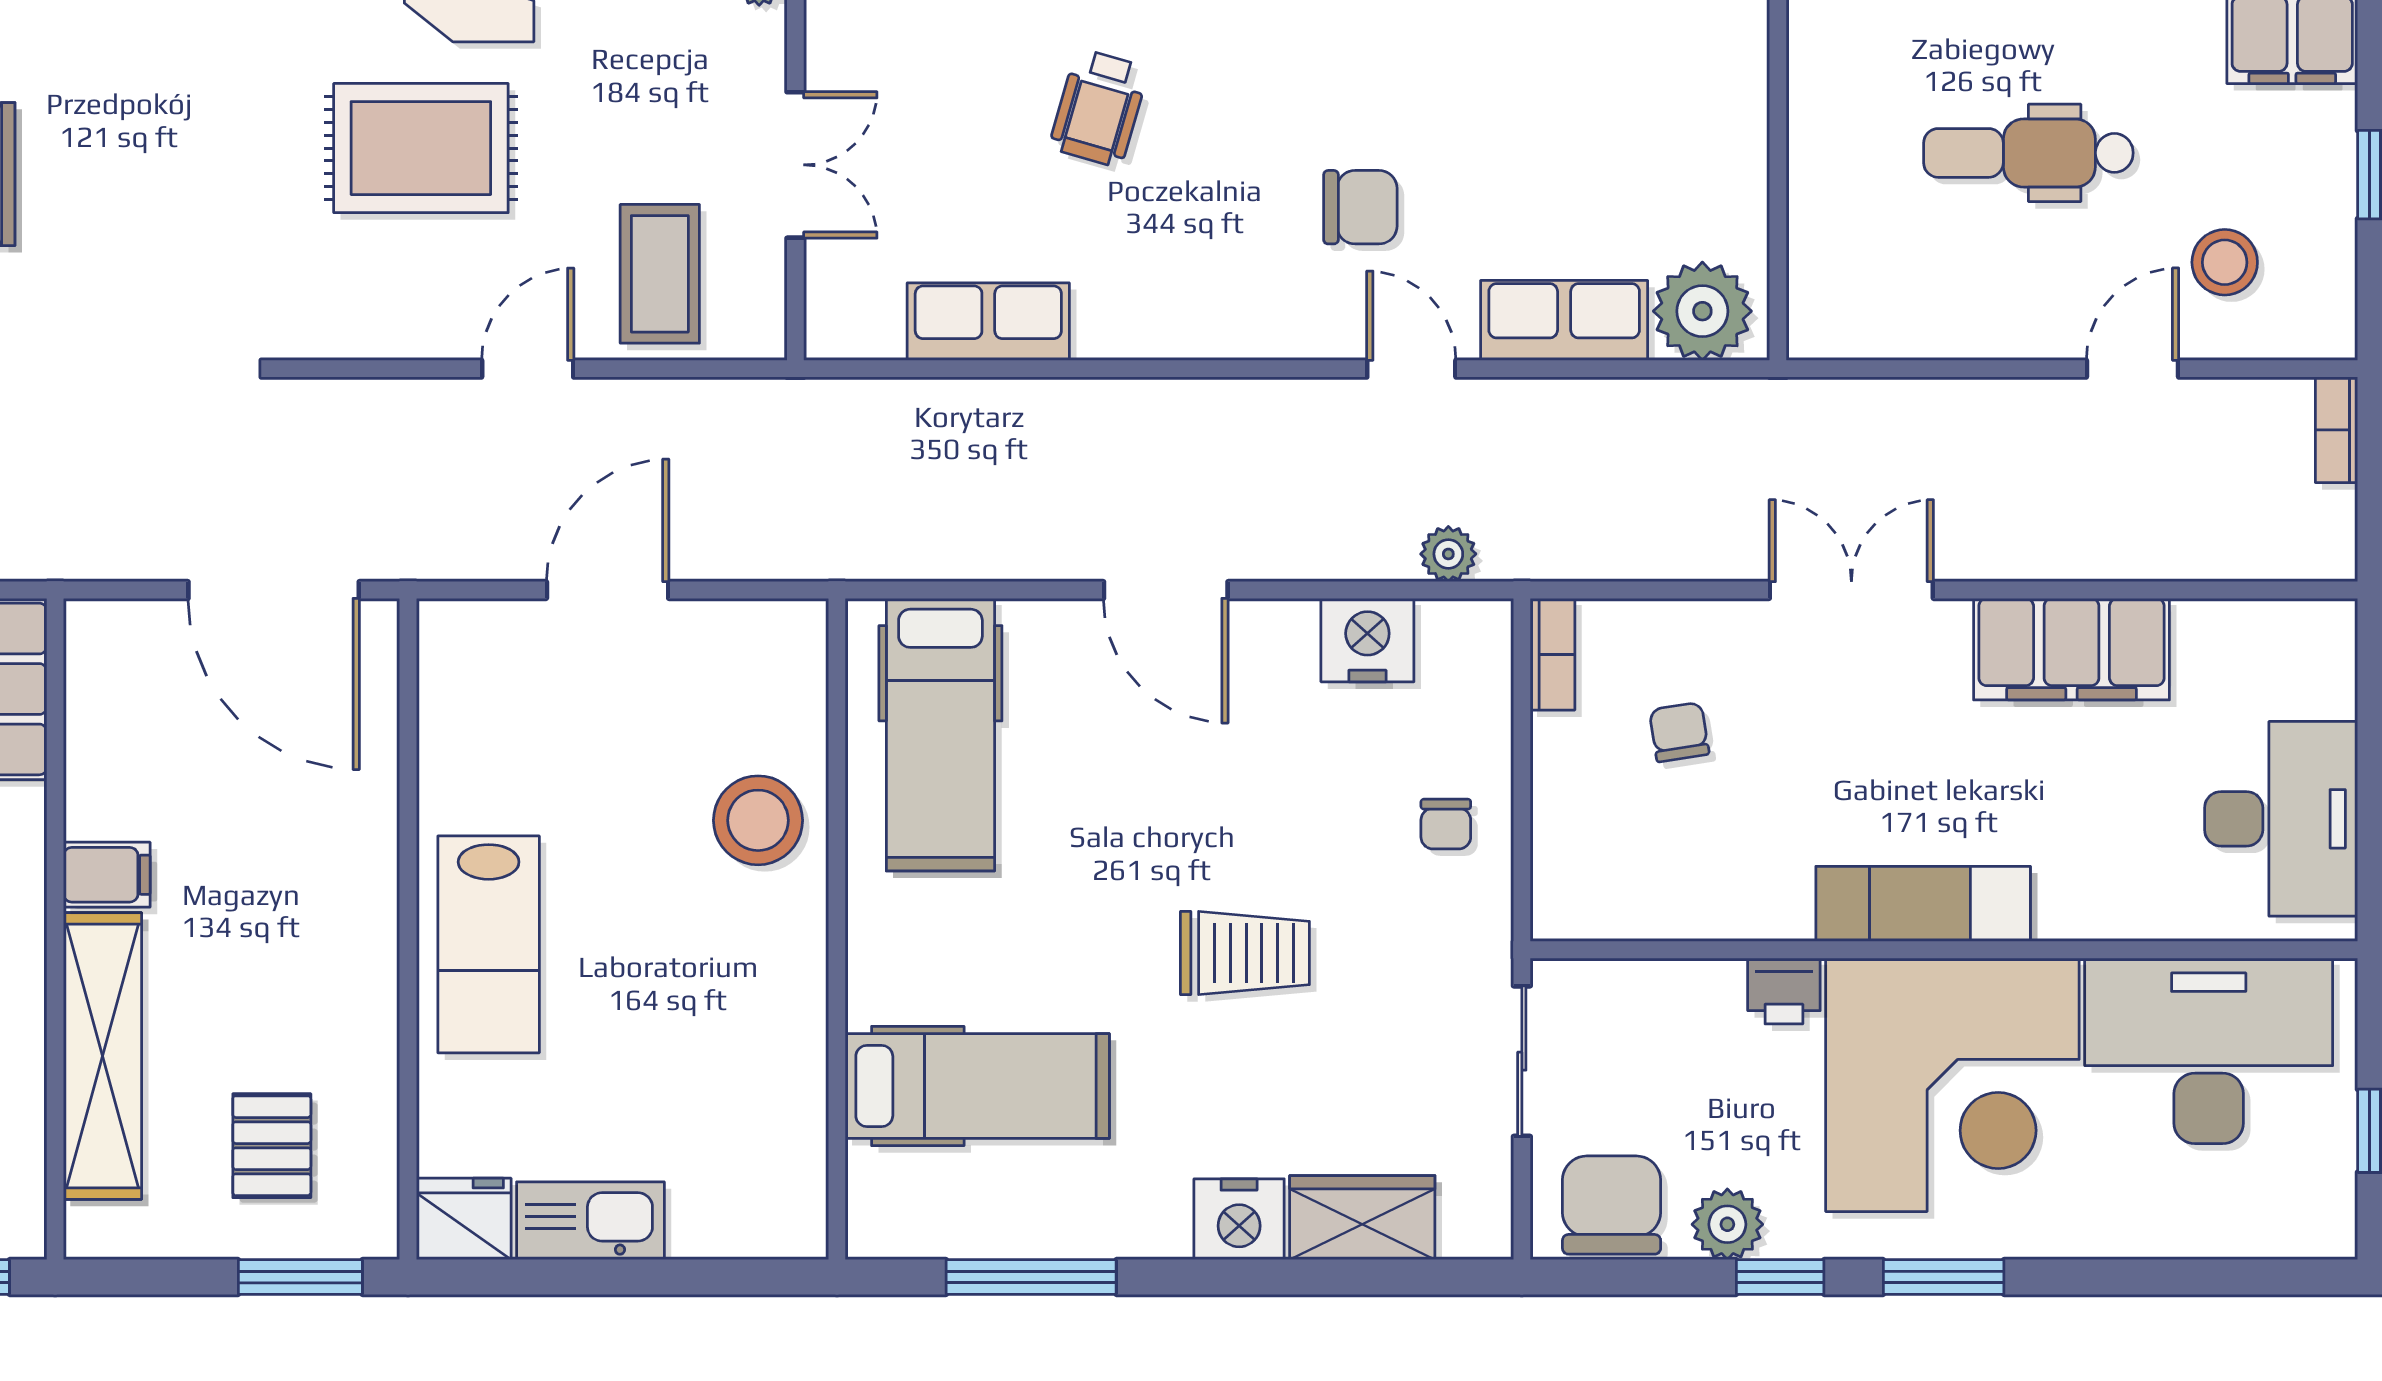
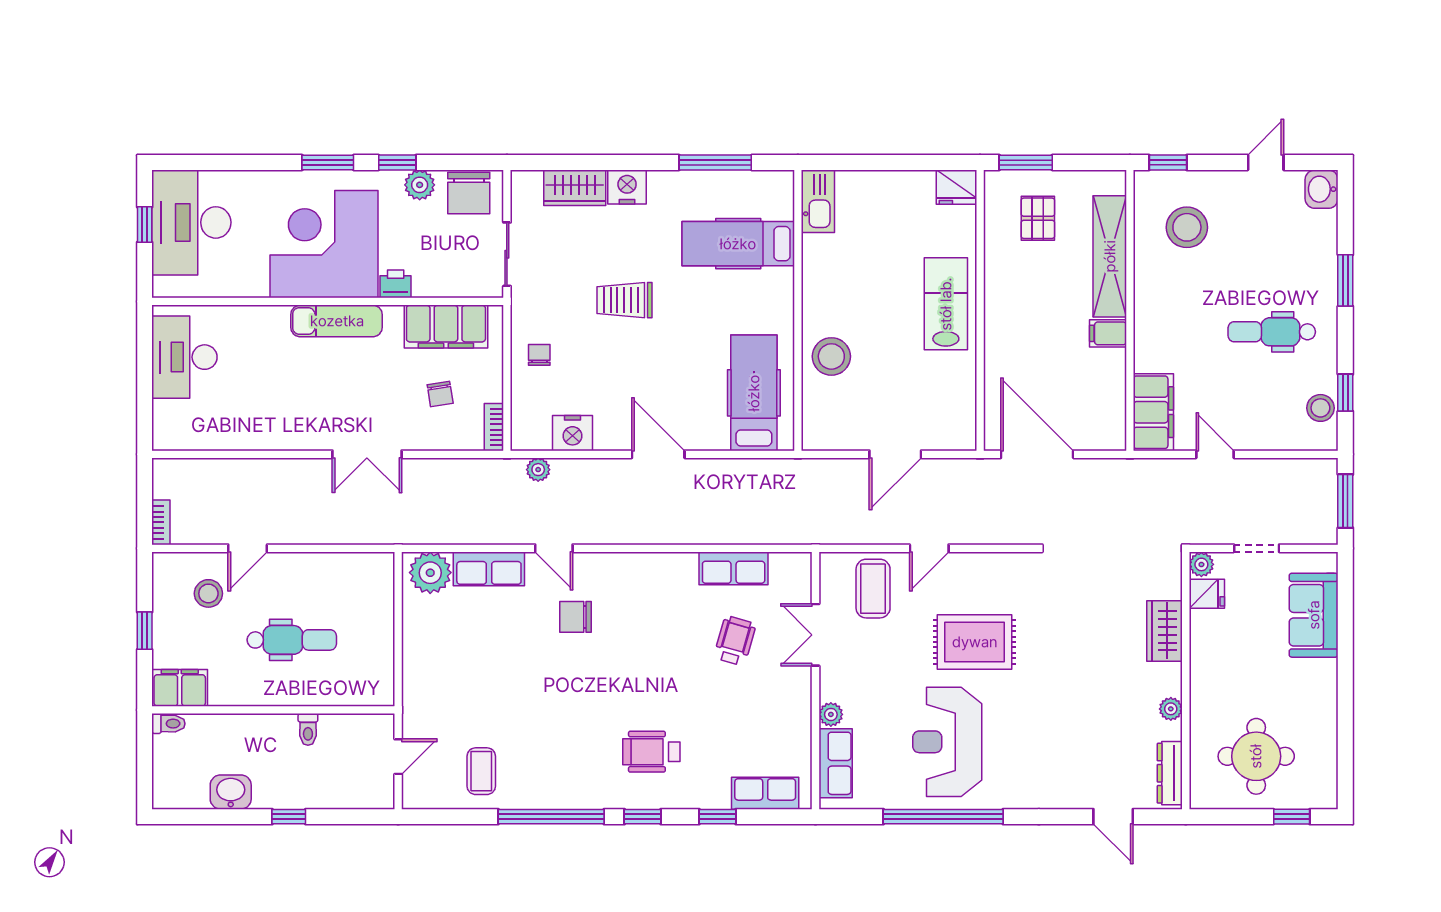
wheelchair: (1099, 108) -> (735, 641), moved
filing cabinet: (2071, 649) -> (446, 327), moved, turned 180
desk: (2209, 1051) -> (191, 222), moved, turned 90
kitchen sink: (590, 1221) -> (818, 201), moved, turned -90

